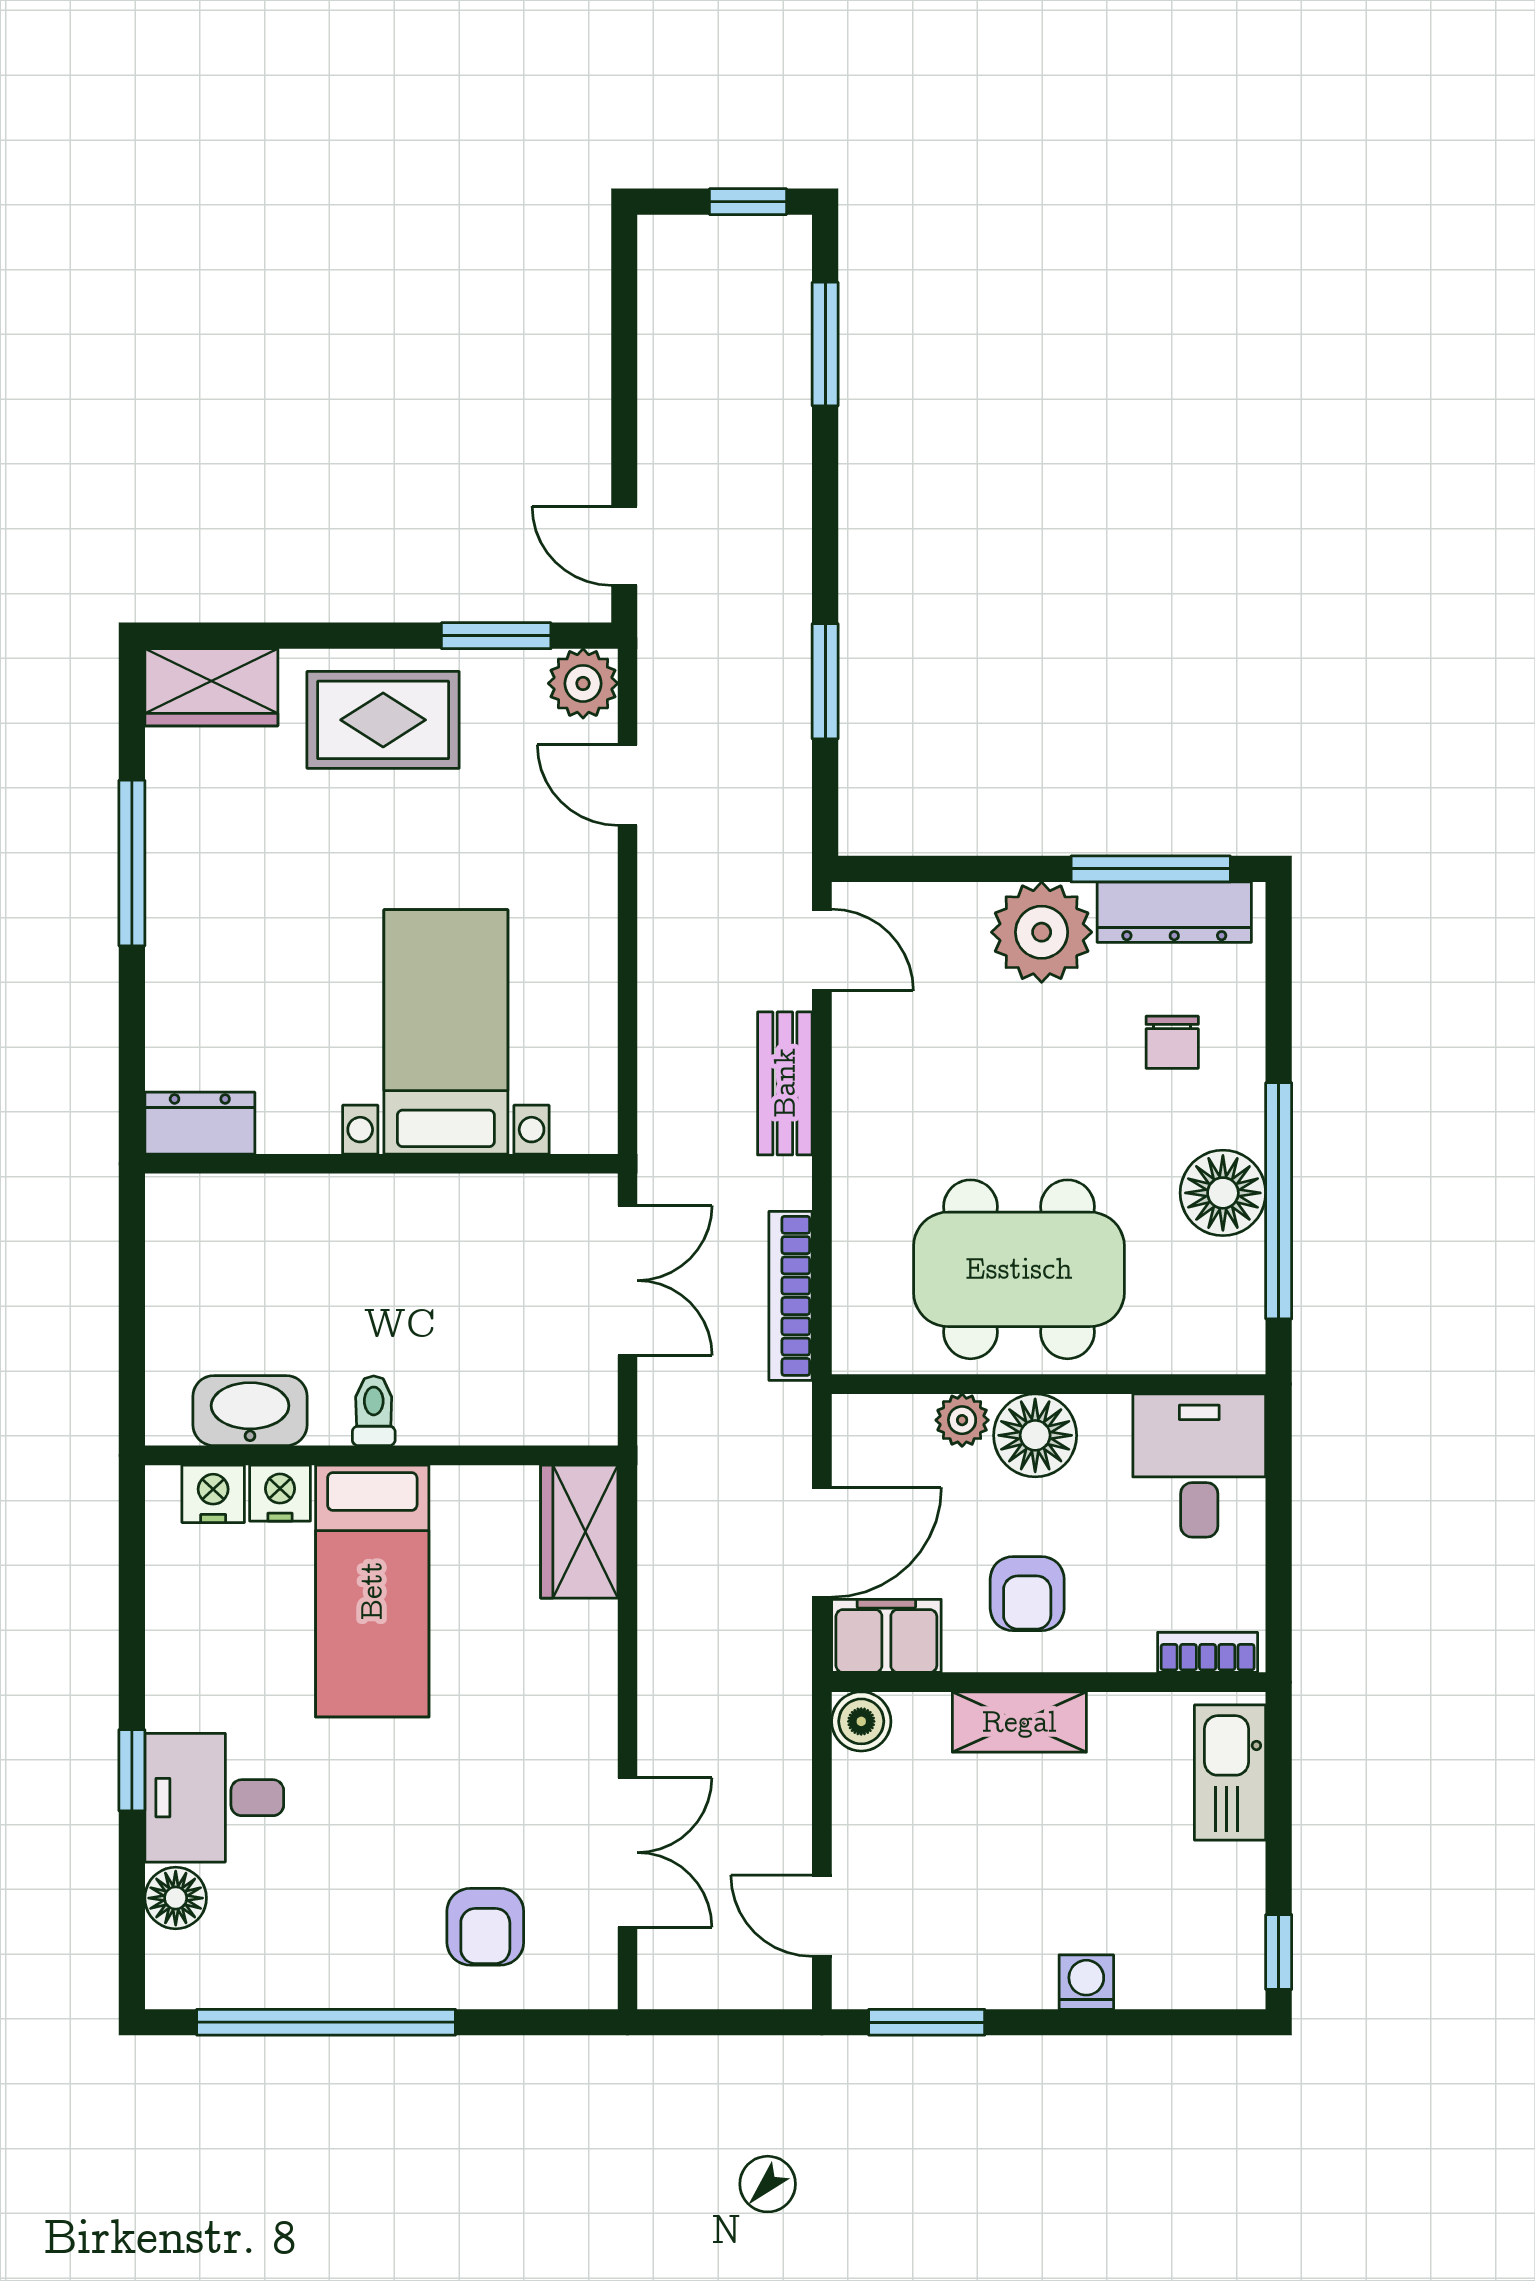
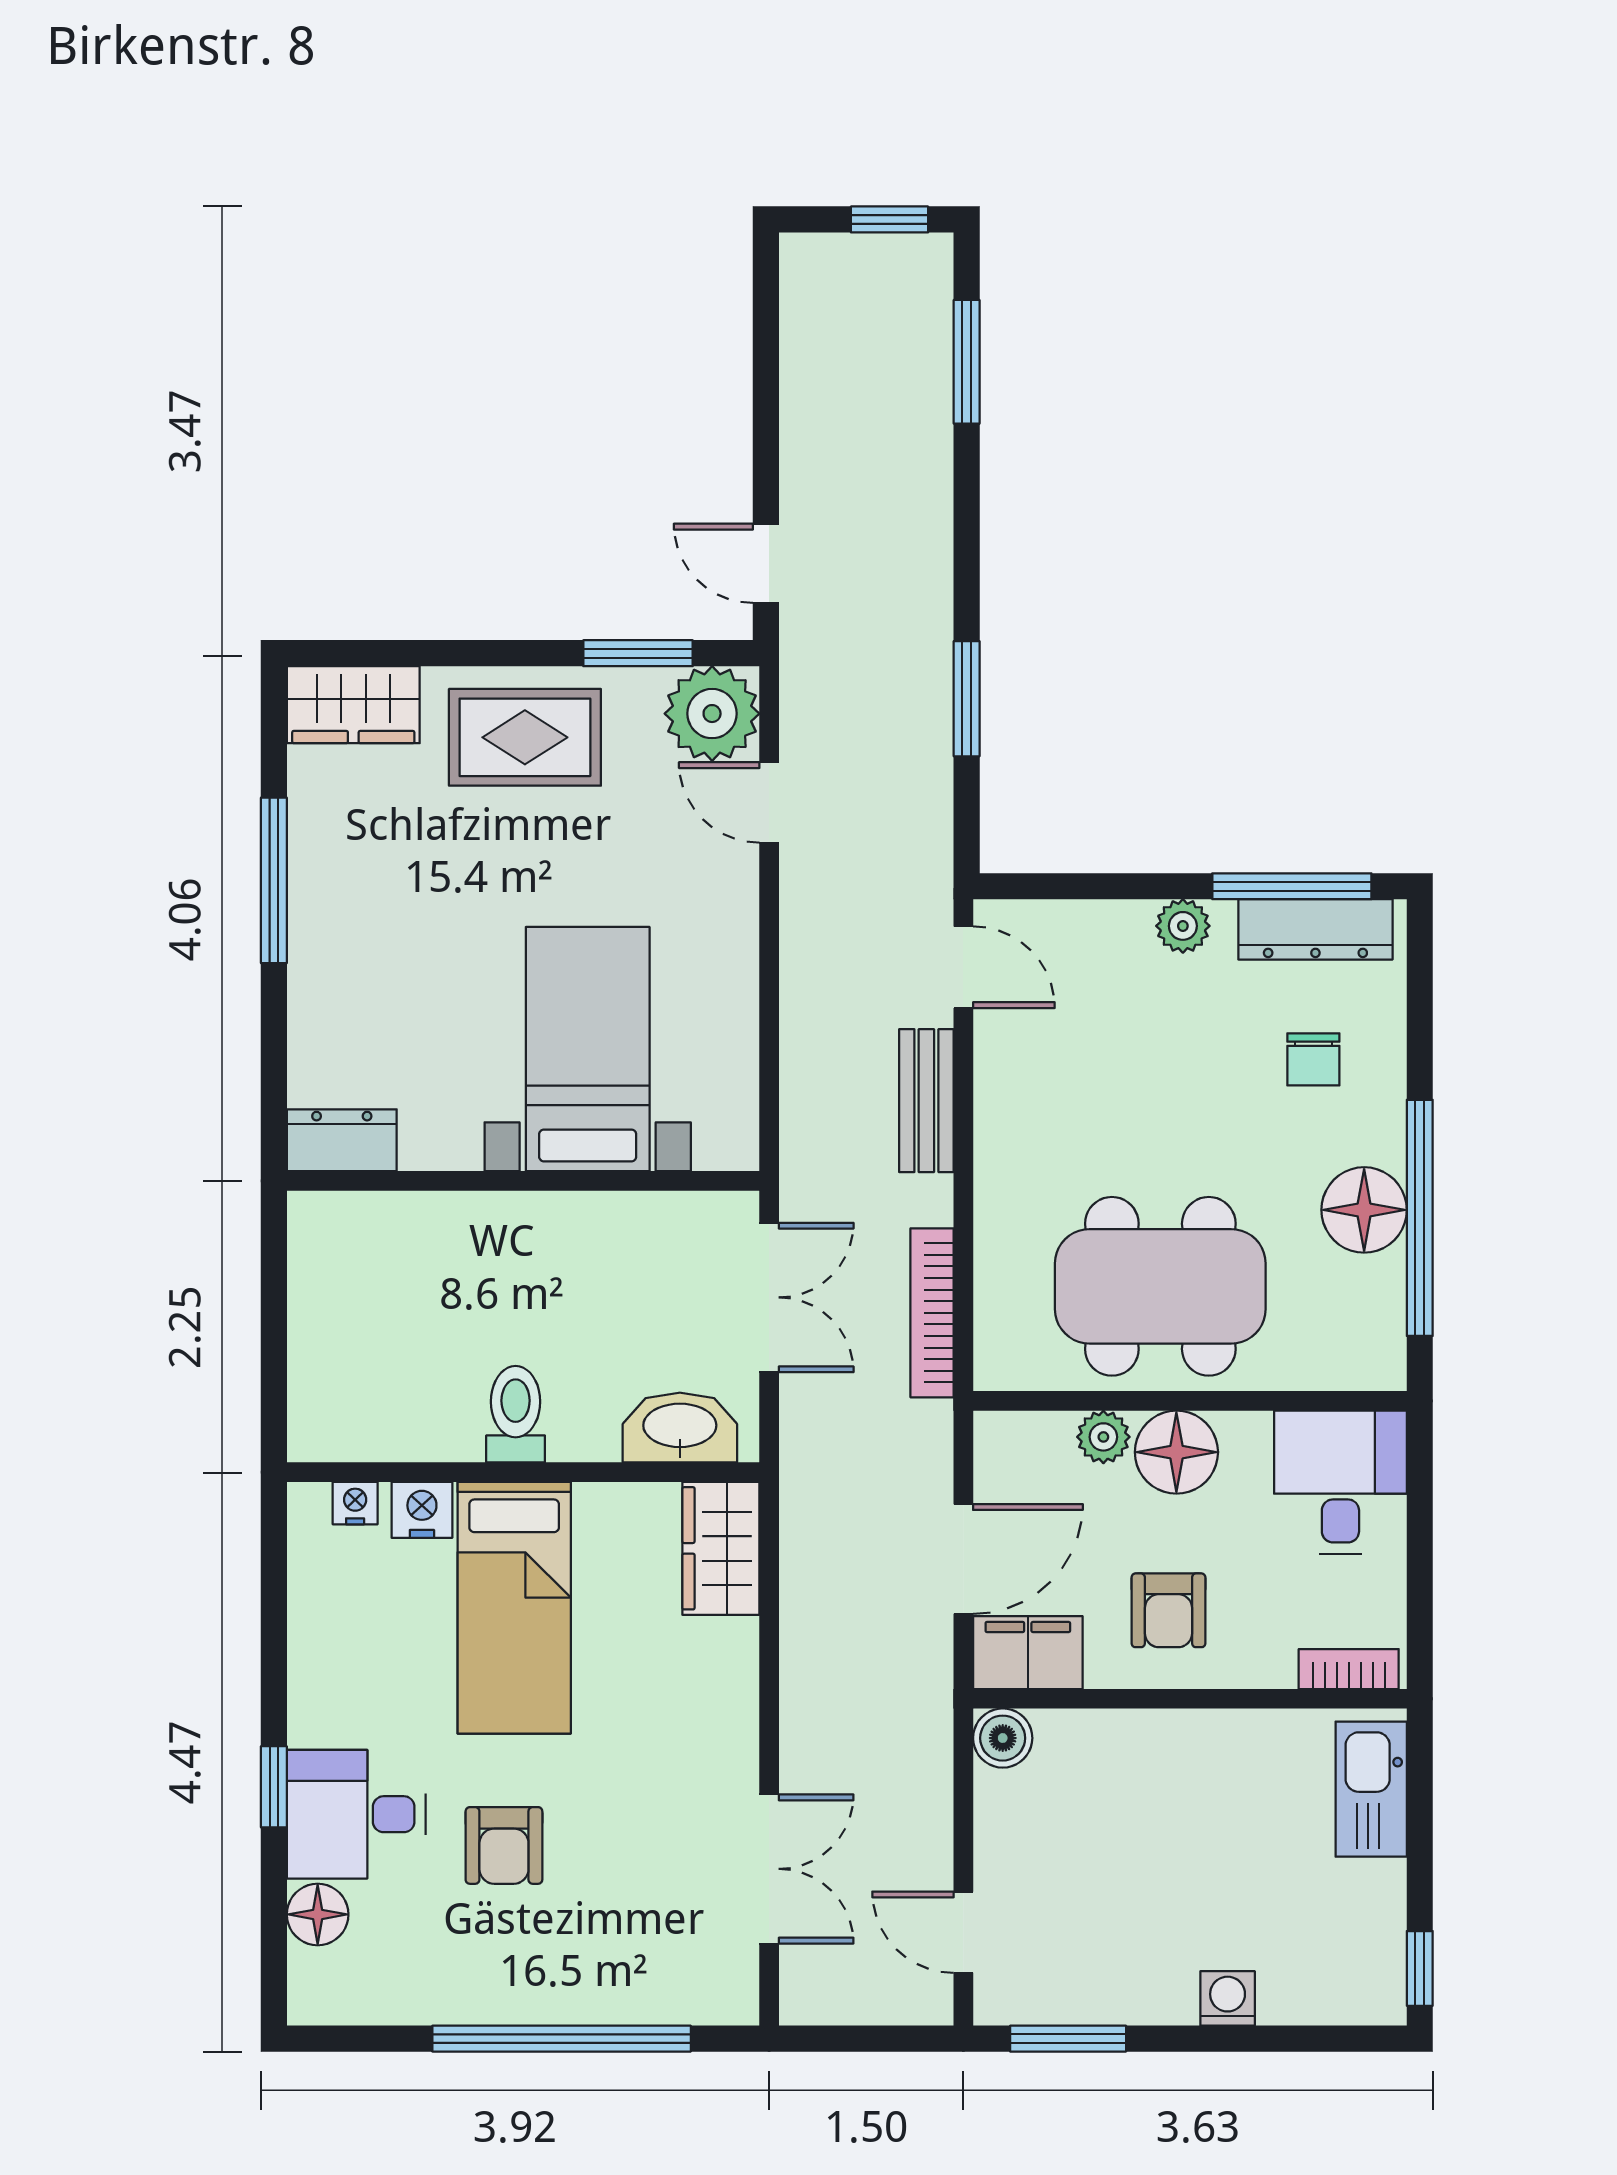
plant: (583, 683) -> (712, 714), width x1.36, depth x1.36
plant: (1042, 932) -> (1183, 926), width x0.53, depth x0.53
washbasin: (250, 1411) -> (680, 1427), moved
toilet: (374, 1411) -> (516, 1414), width x1.37, depth x1.39
nightstand: (213, 1494) -> (355, 1503), width x0.72, depth x0.74
shelving: (1019, 1722) -> (1161, 1739), removed
armchair: (485, 1927) -> (504, 1845), moved
window: (326, 2022) -> (562, 2039), moved

